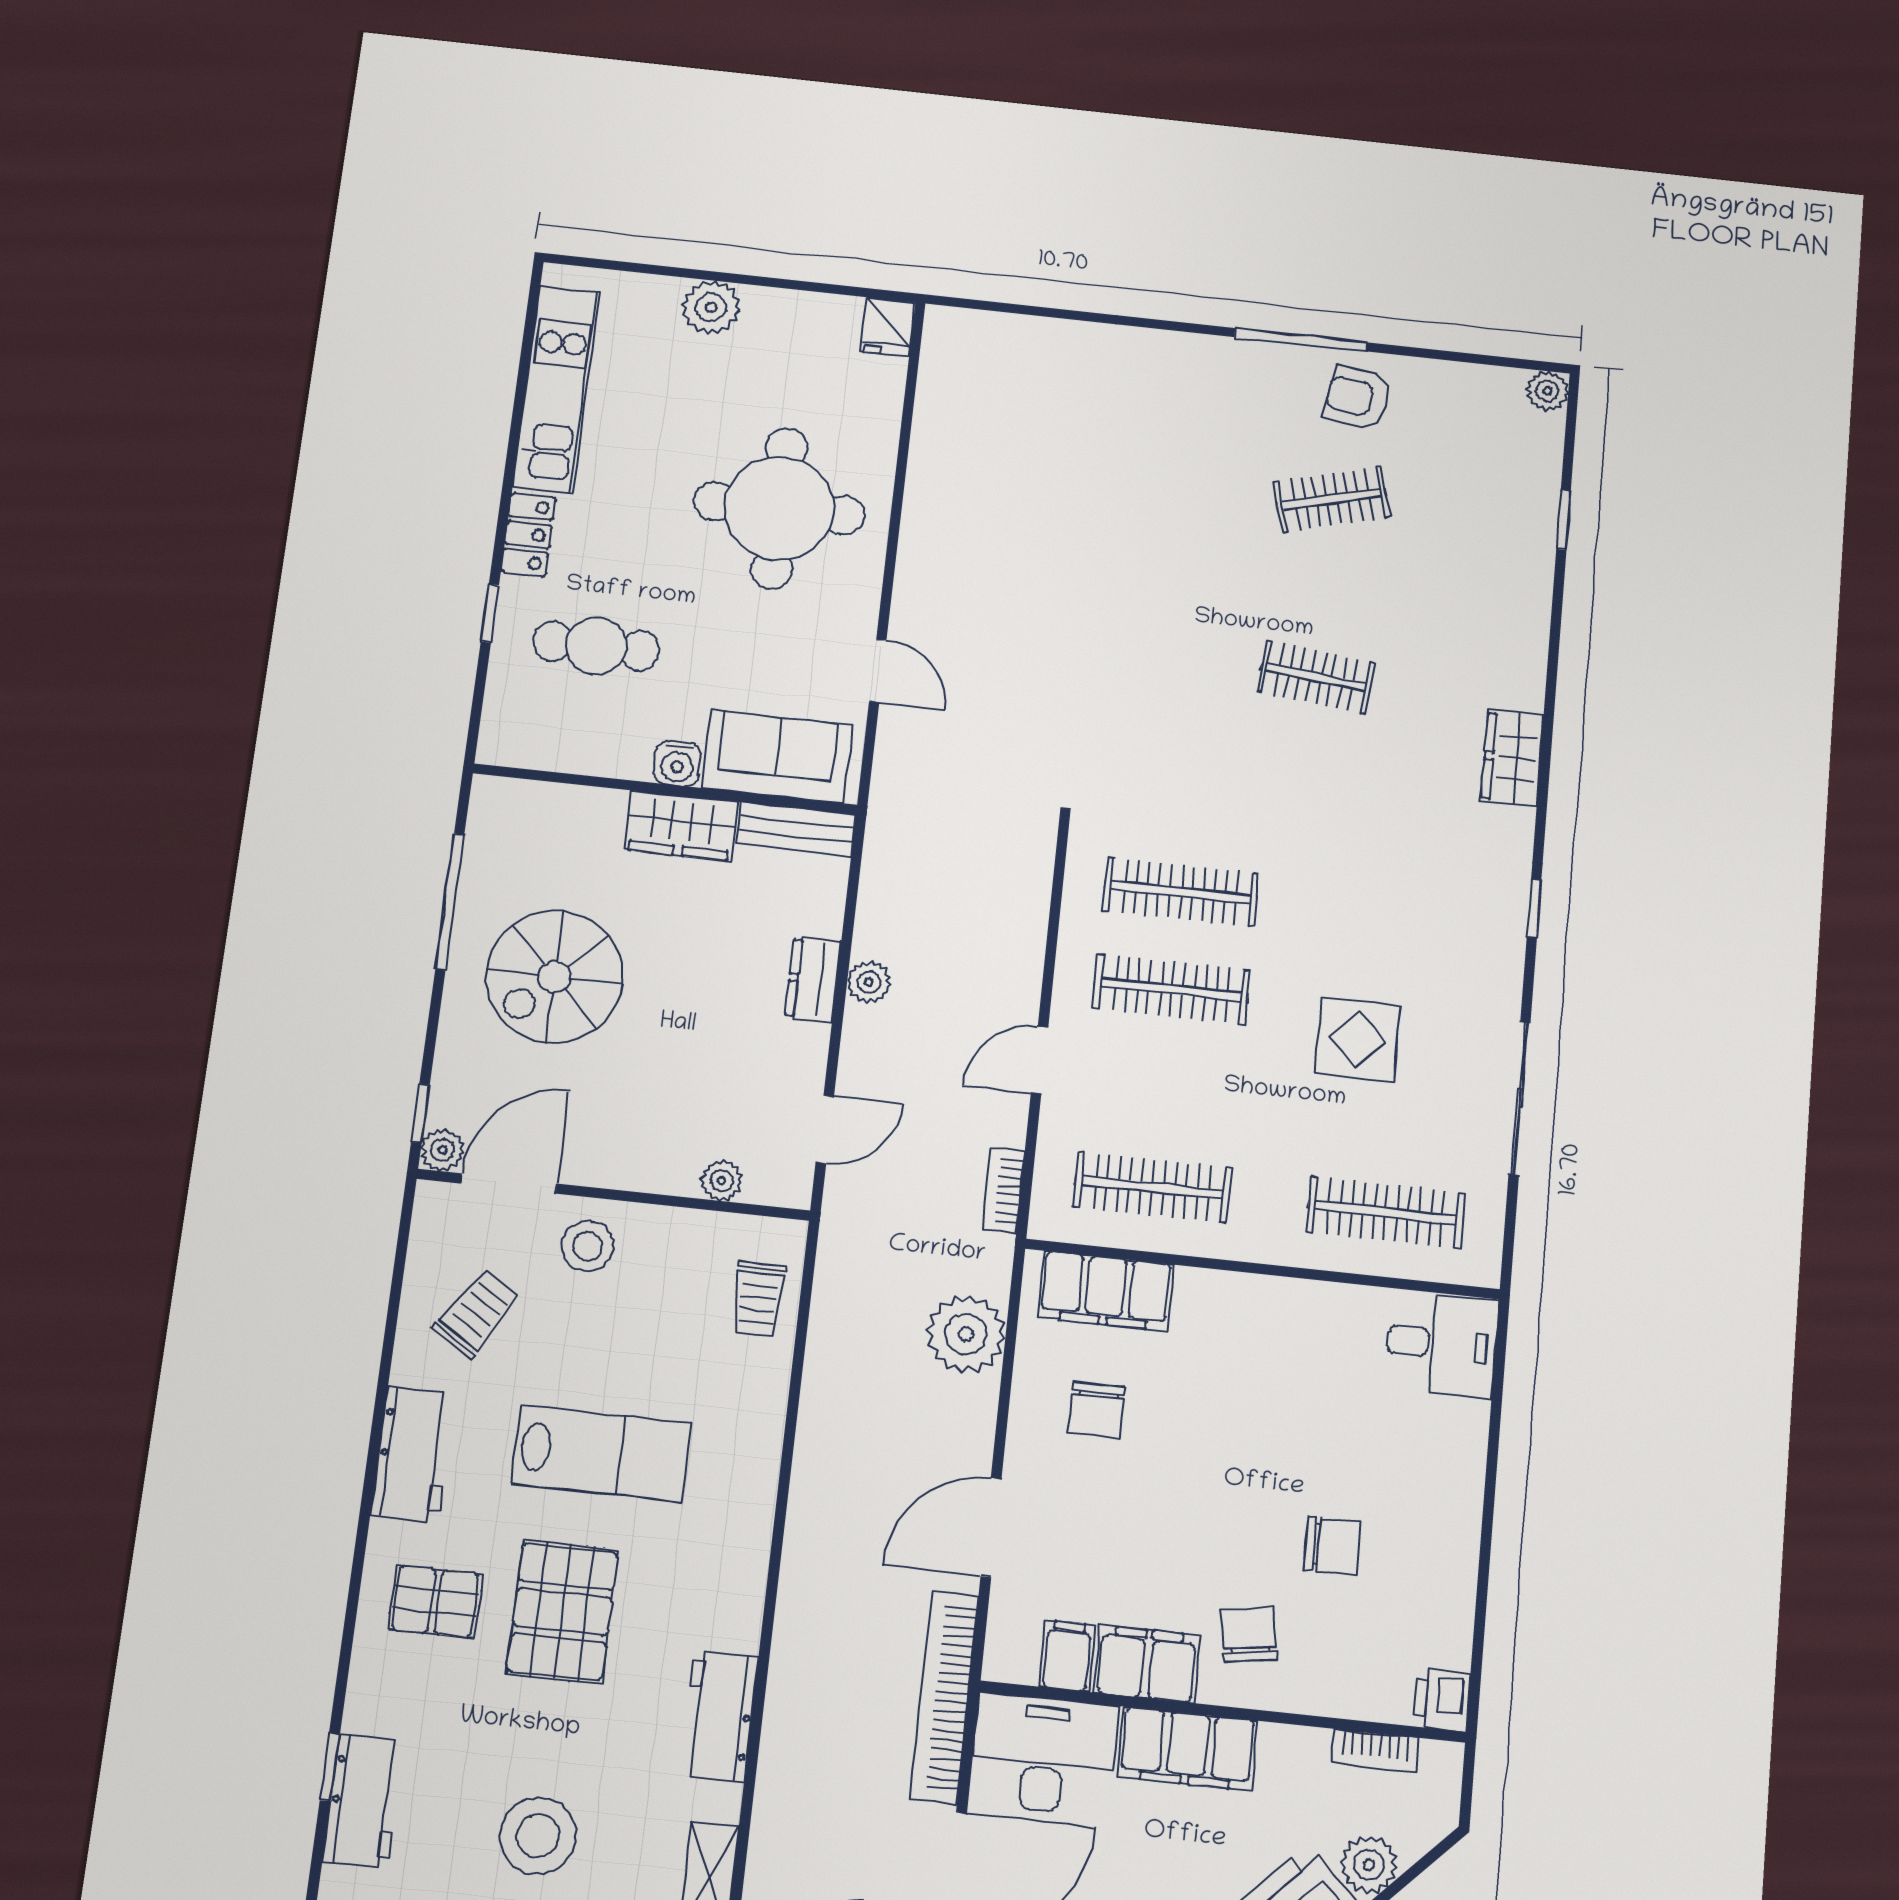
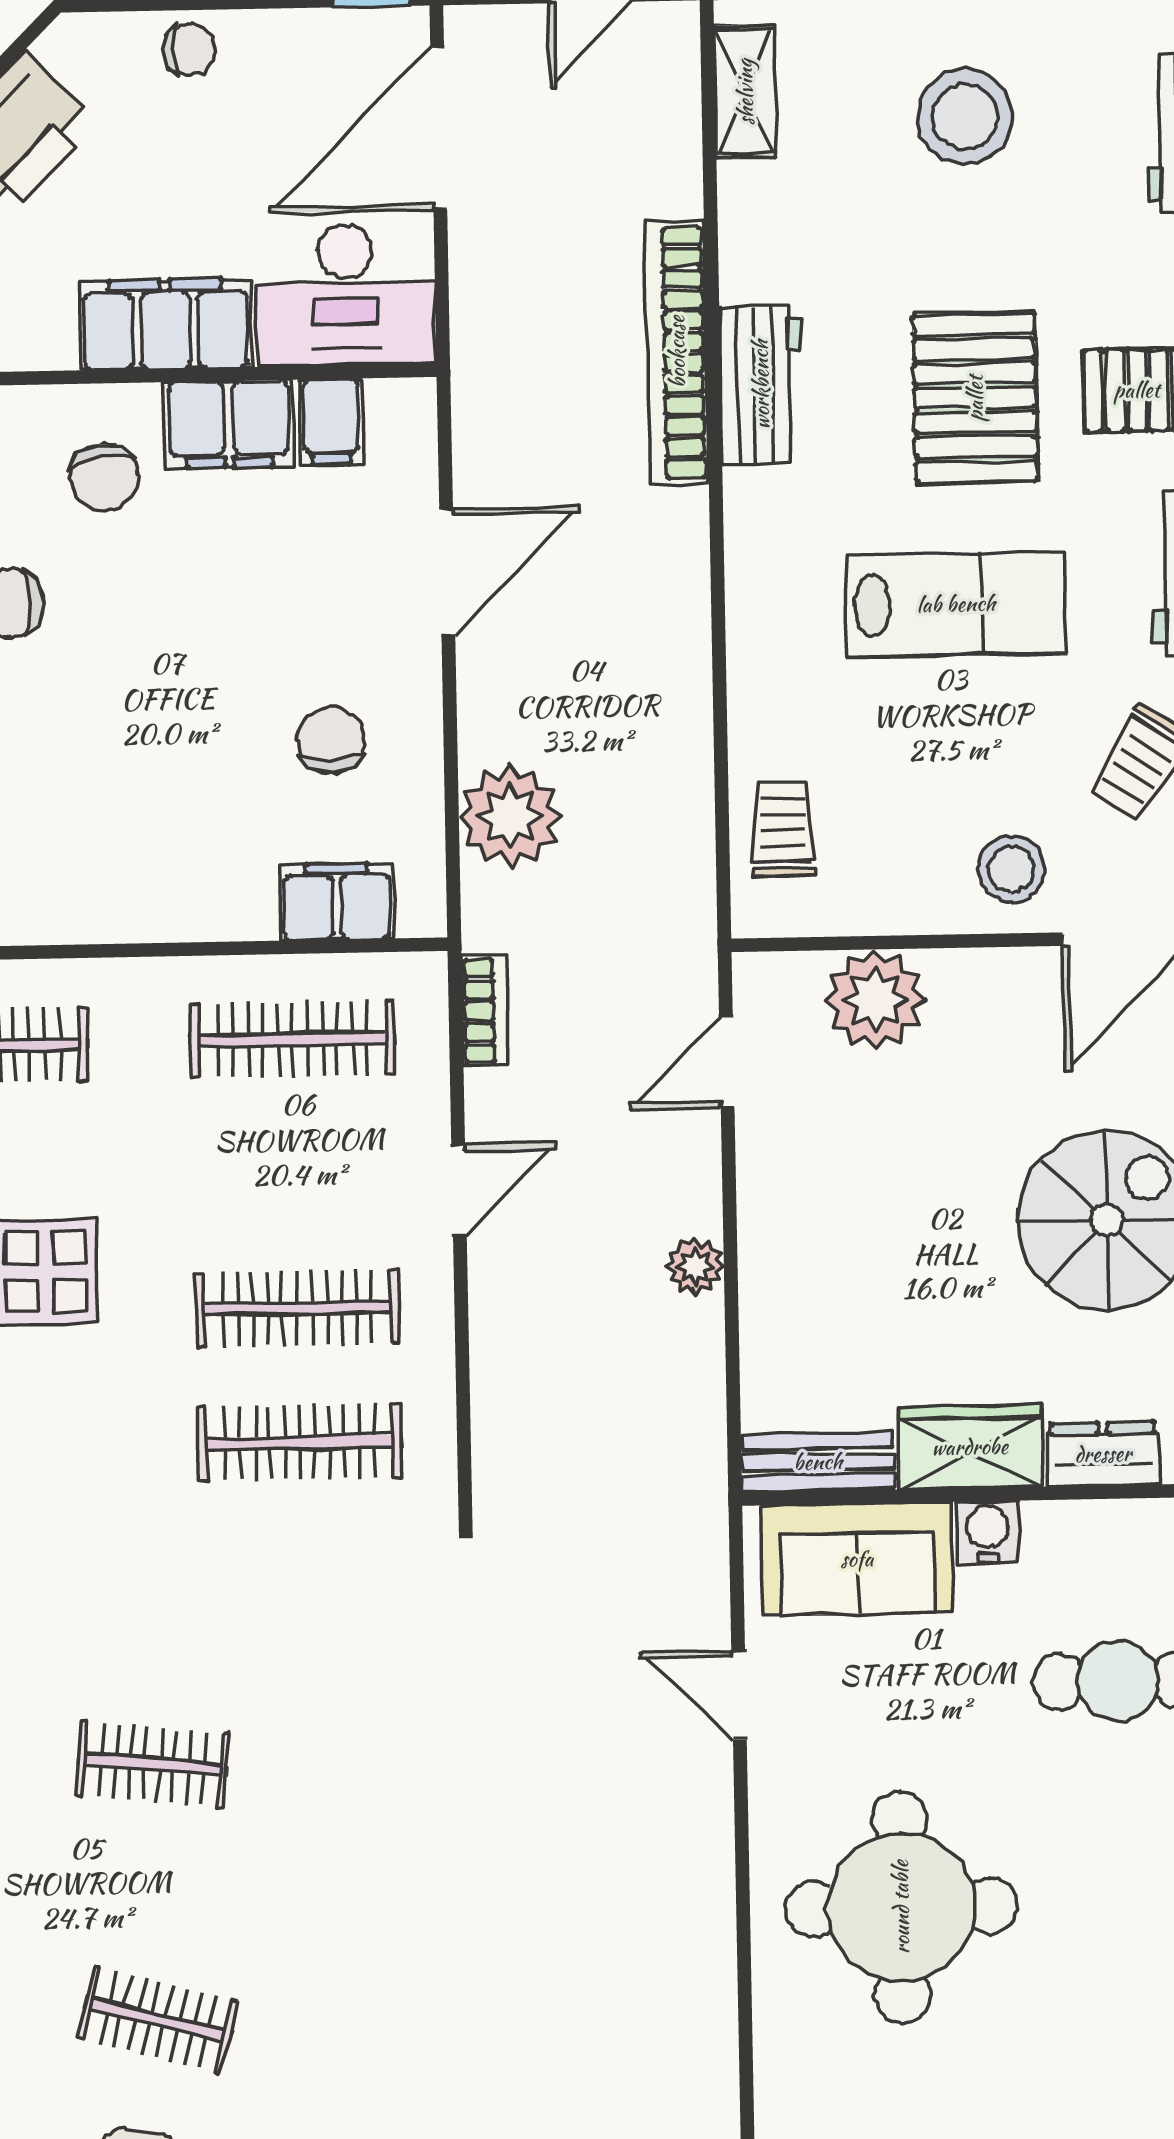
clothes rail: (1332, 499) -> (158, 2020), turned 30
dresser: (813, 979) -> (1103, 1454), moved, turned -90
plant: (722, 1181) -> (875, 1000), width x1.88, depth x1.88
filing cabinet: (1106, 1291) -> (337, 902), width x0.67, depth x0.86
lab bench: (601, 1453) -> (956, 604), turned 180
bookcase: (944, 1697) -> (677, 352), moved, turned 180
workbench: (719, 1716) -> (761, 385), moved

